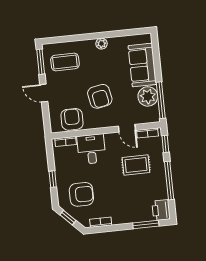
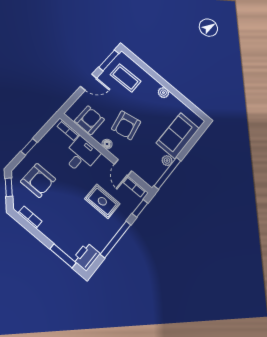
door: (44, 93) -> (89, 82), swing flipped
plant: (148, 96) -> (167, 161), width x0.53, depth x0.53
floor lamp: (100, 123) -> (107, 144), added

